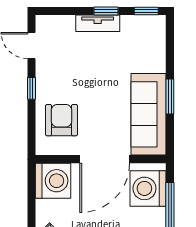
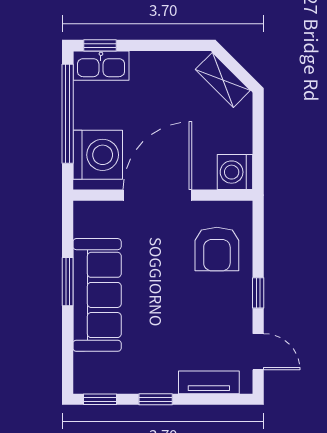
tv unit: (98, 23) -> (209, 382), moved
sofa: (148, 114) -> (97, 295), moved
washing machine: (53, 181) -> (235, 172), width x0.73, depth x0.73

